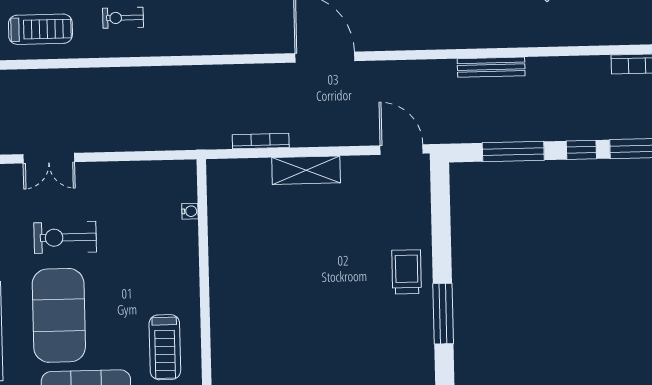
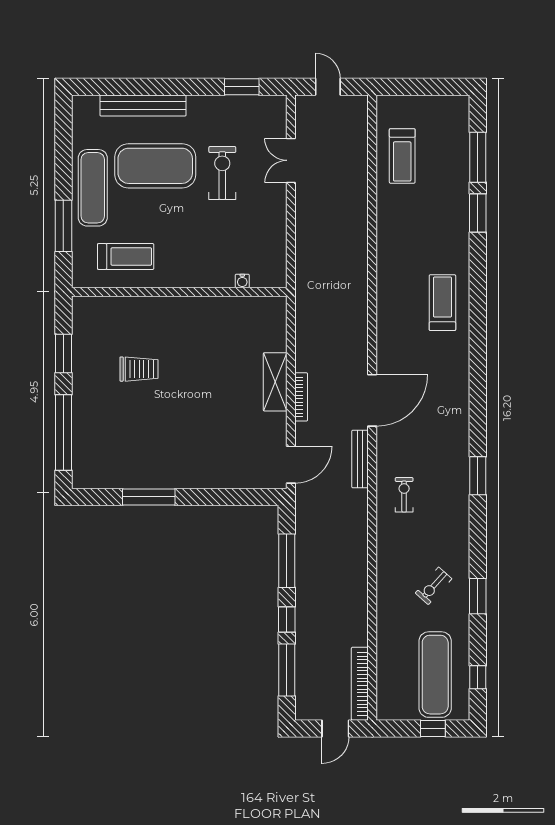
exercise bike: (123, 18) -> (404, 495), moved
bench: (491, 67) -> (360, 459), moved
bookcase: (261, 141) -> (301, 397), moved
trolley: (407, 272) -> (139, 369), moved
treadmill: (165, 347) -> (126, 256), turned 180

